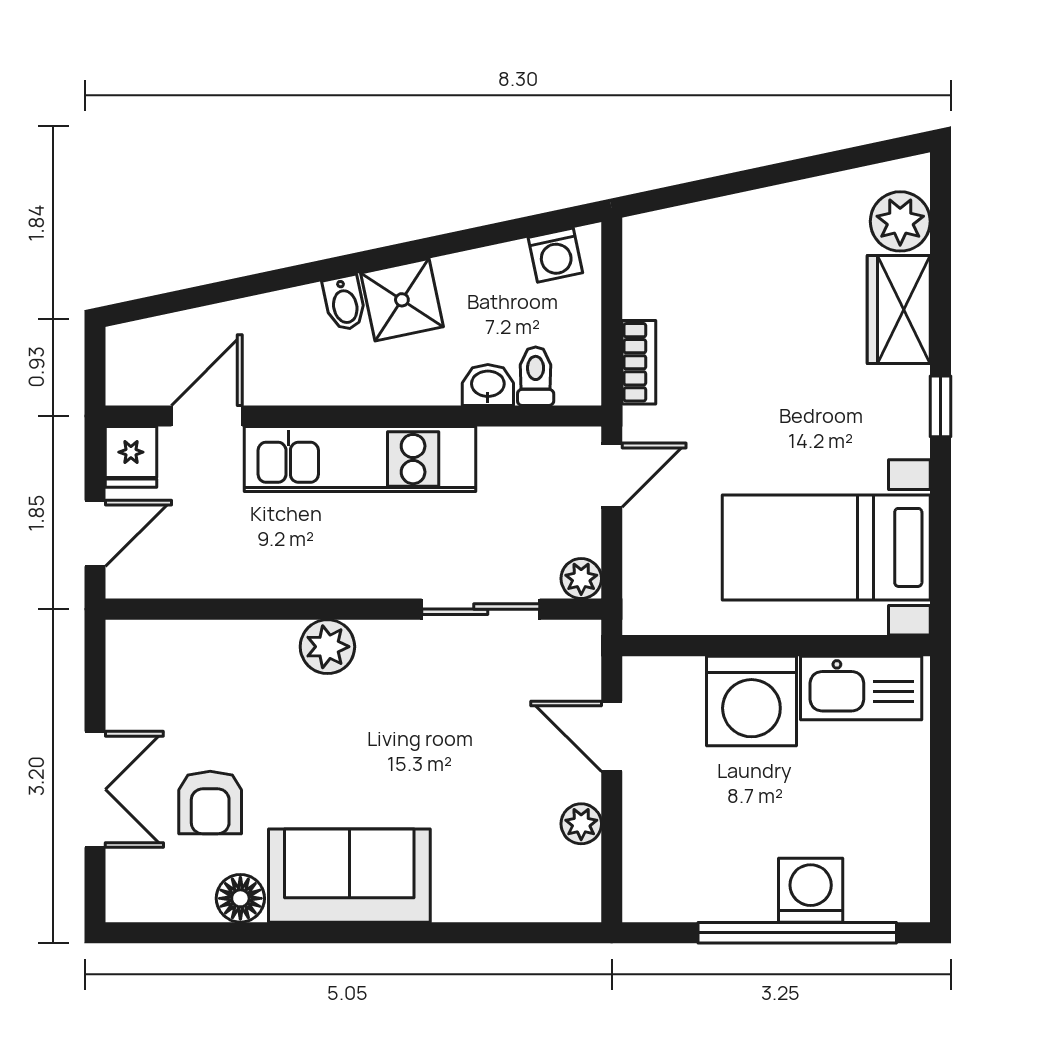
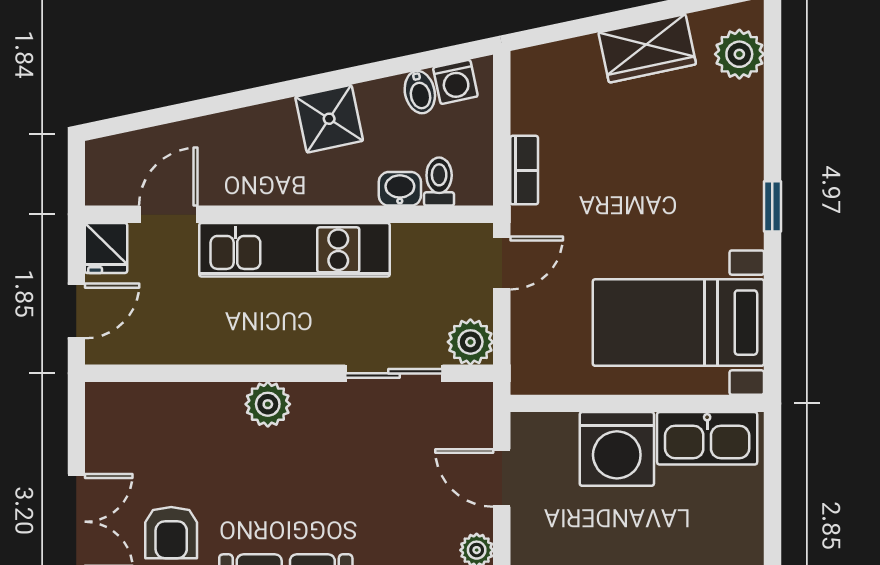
bidet: (345, 303) -> (420, 92), moved
wardrobe: (899, 310) -> (647, 48), moved, turned -102
plant: (581, 579) -> (470, 342), width x1.38, depth x1.38

